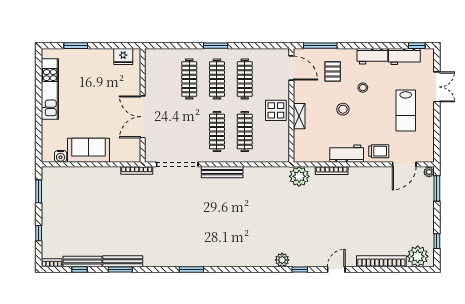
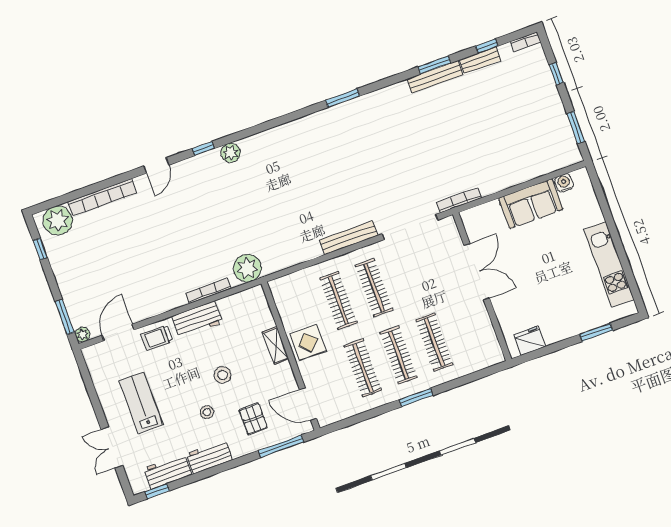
bench: (82, 261) -> (480, 60), width x0.73

